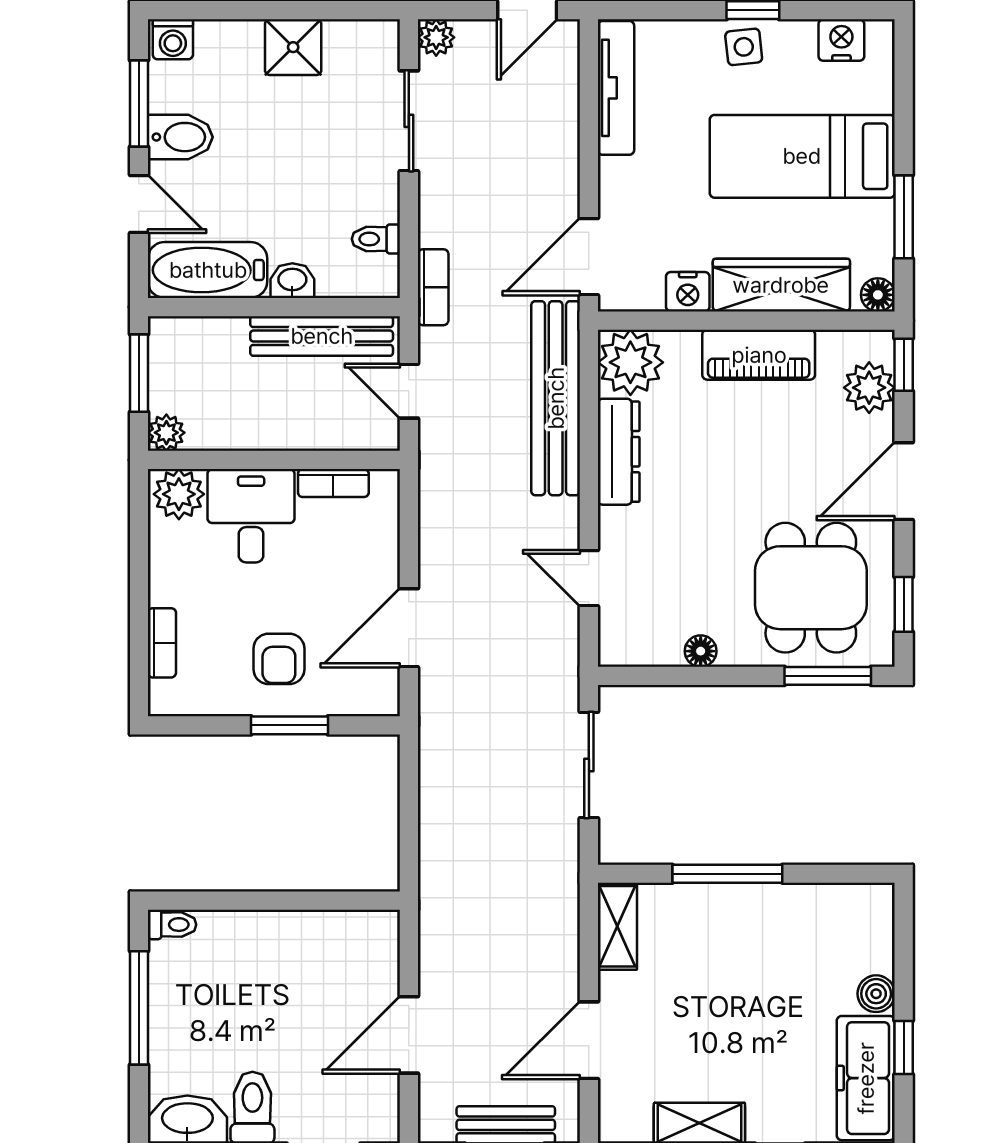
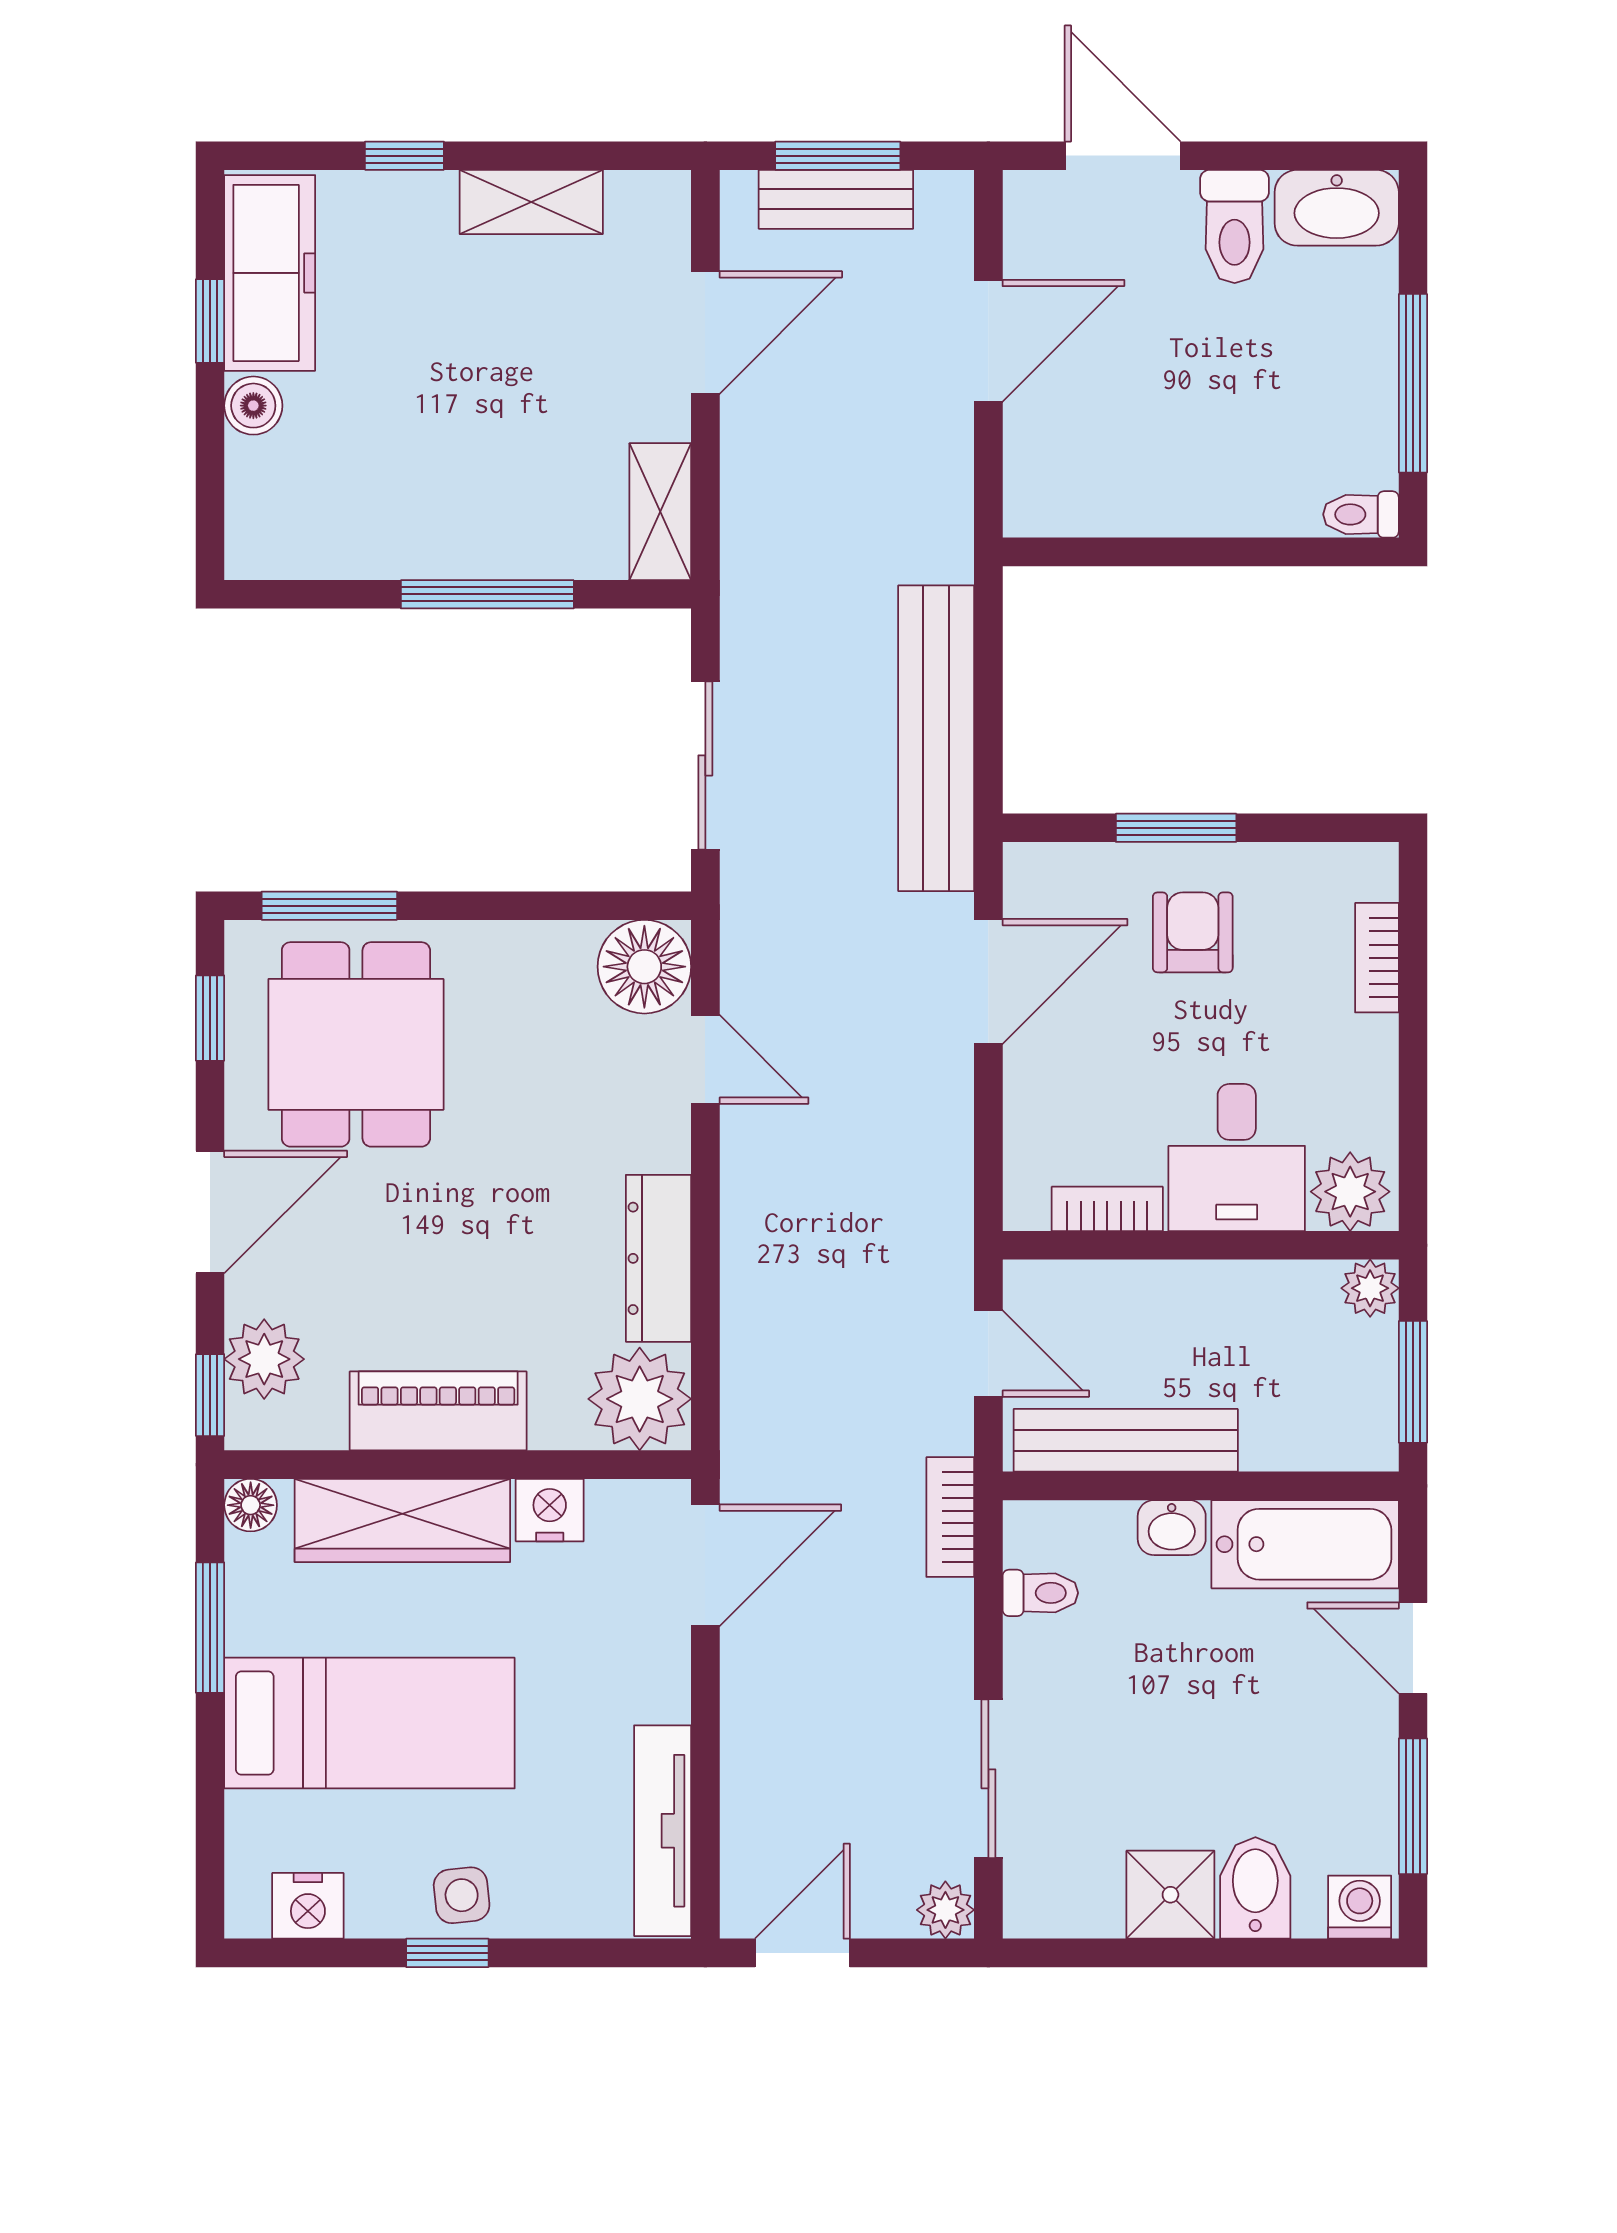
bidet: (180, 137) -> (1255, 1888), moved, turned 90
bench: (556, 398) -> (936, 738), moved
floor lamp: (701, 651) -> (644, 967), moved, width x1.89, depth x1.89

